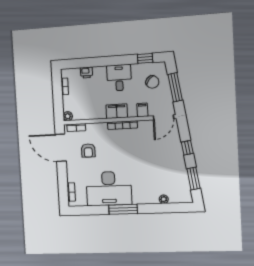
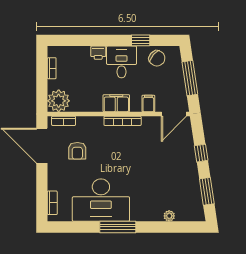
window: (145, 58) -> (141, 40), moved
printer: (86, 73) -> (98, 53), moved
chair: (152, 82) -> (157, 58), moved
plant: (68, 116) -> (59, 101), width x1.87, depth x1.87

